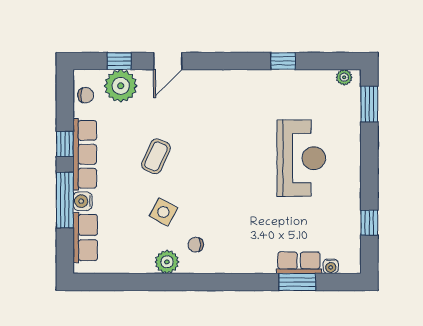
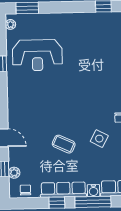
plant: (121, 86) -> (14, 173), width x0.53, depth x0.53
reception desk: (301, 158) -> (37, 55), moved, turned 180

